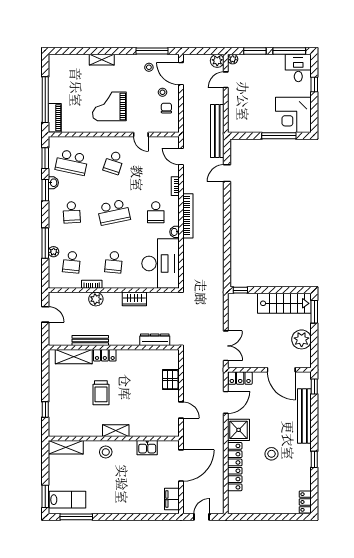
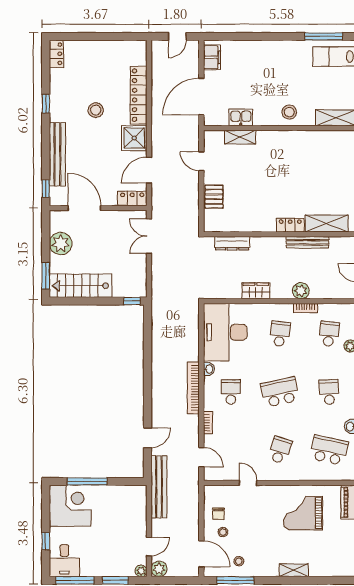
grand piano: (109, 106) -> (303, 513), moved, turned 180
trolley: (101, 393) -> (295, 181), removed
shelving: (116, 431) -> (240, 137), moved

